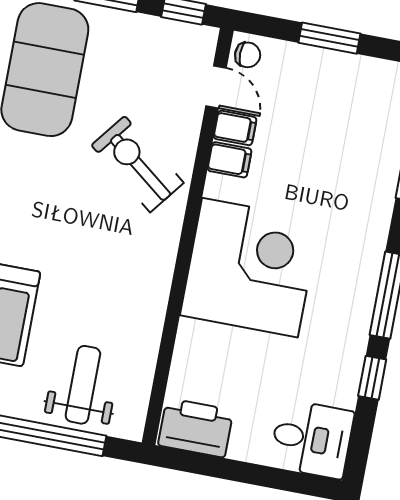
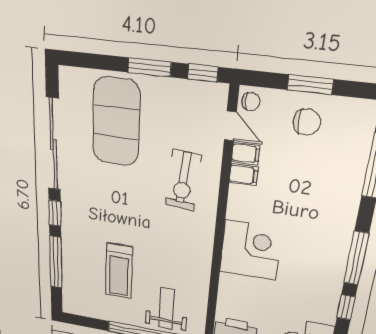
chair: (323, 88) -> (307, 122), added
exercise bike: (137, 164) -> (183, 180), turned -124
corner desk: (250, 268) -> (251, 250), width x0.74, depth x0.74

